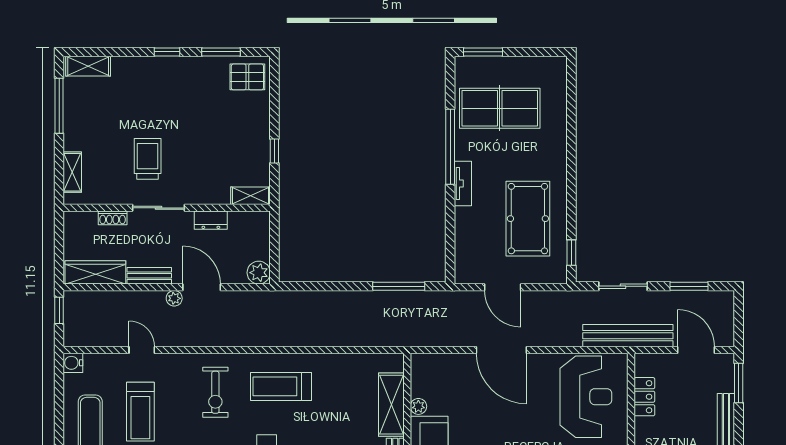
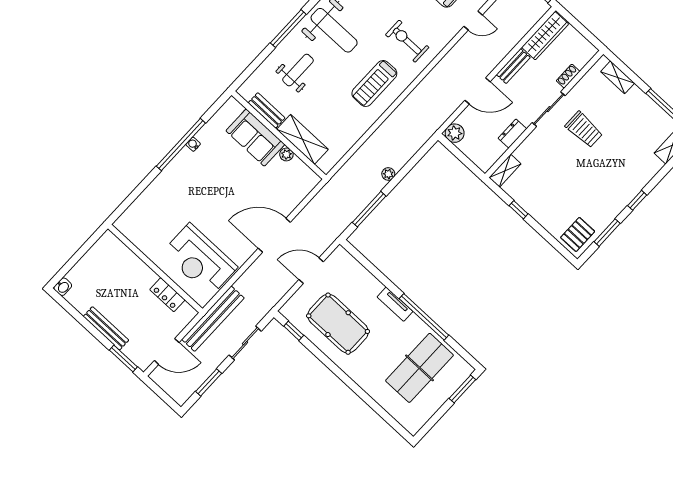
plant: (174, 298) -> (388, 174), moved
treadmill: (281, 386) -> (374, 83), turned 180

